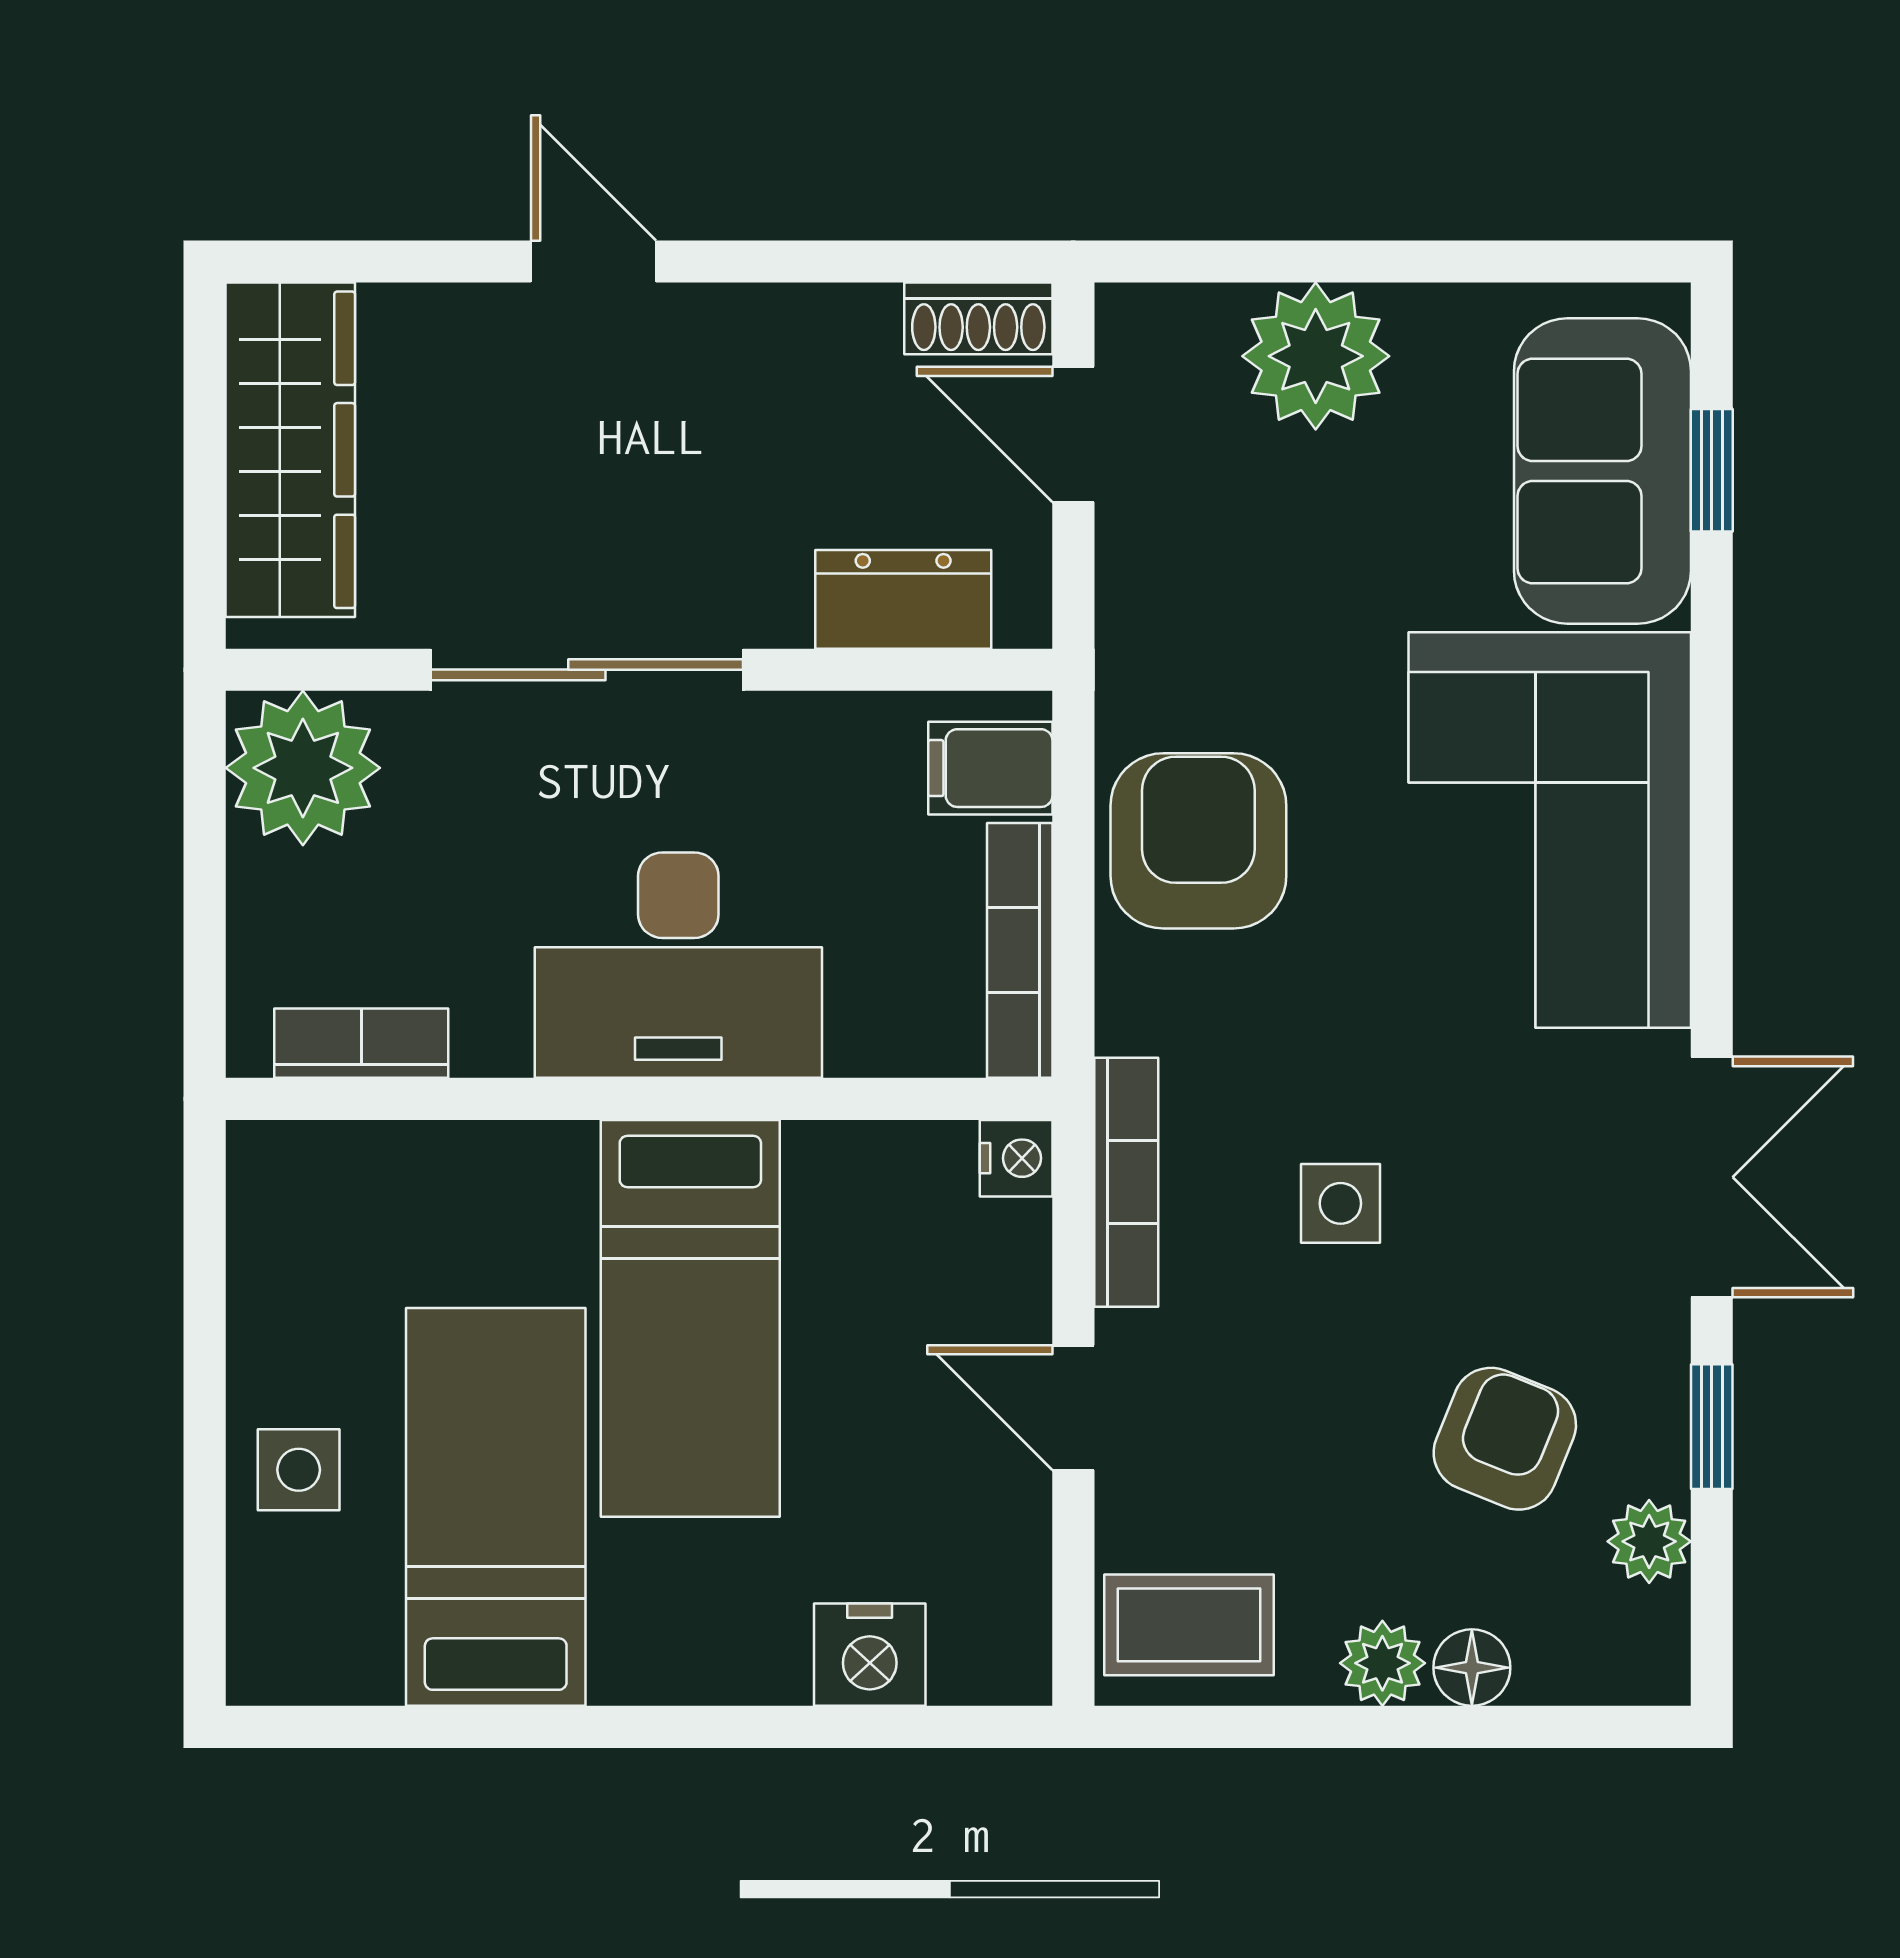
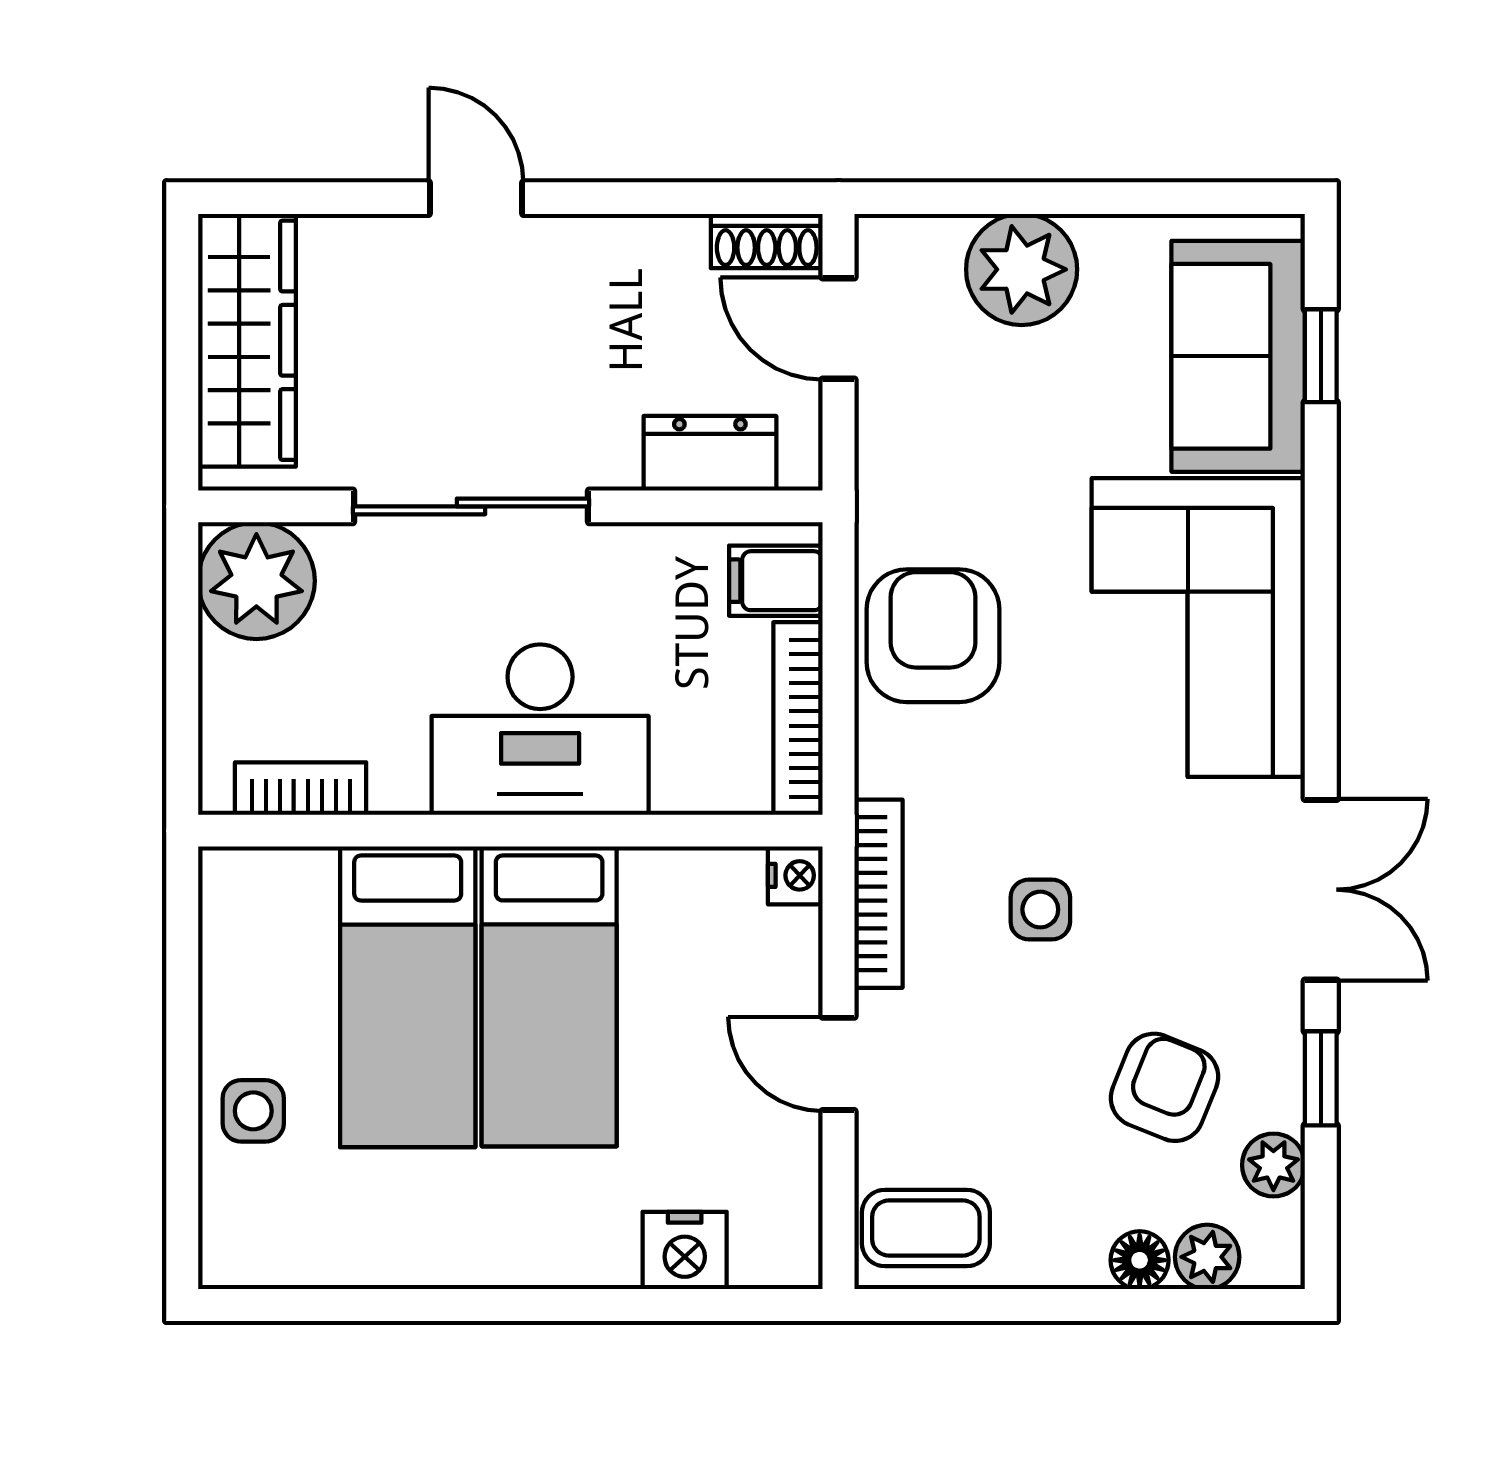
bed: (496, 1507) -> (408, 997), moved, turned 180
plant: (1382, 1663) -> (1207, 1257), moved

